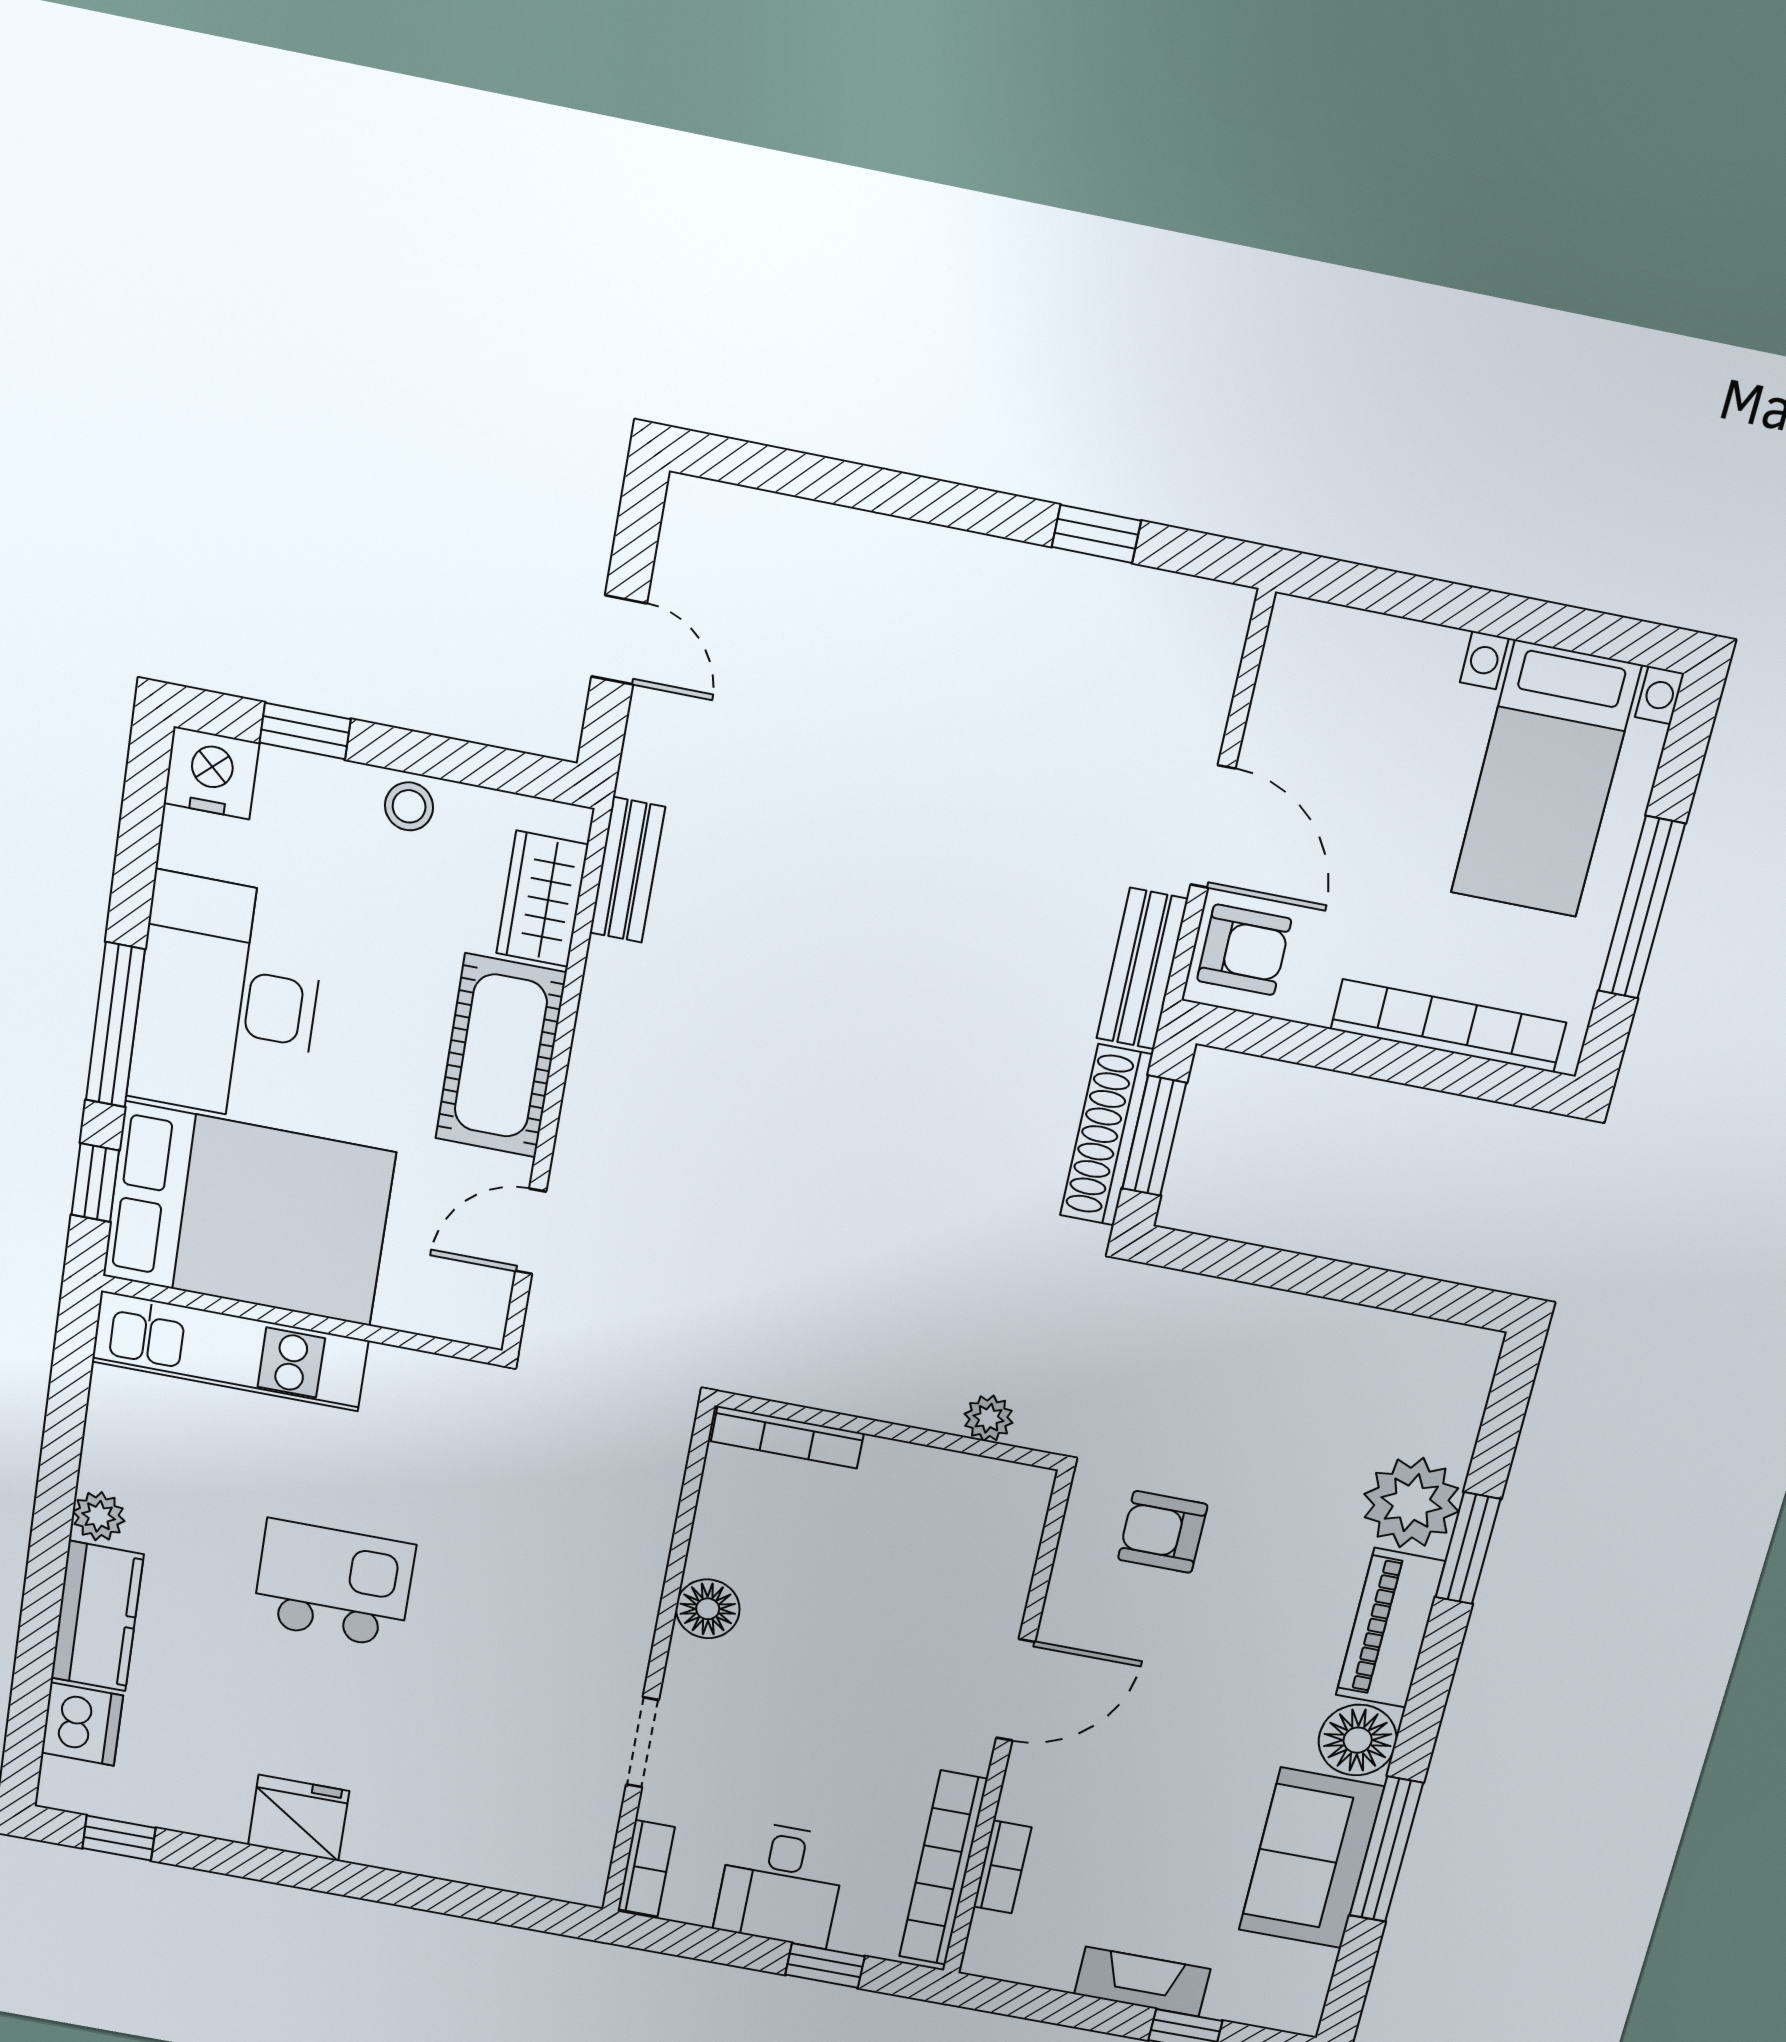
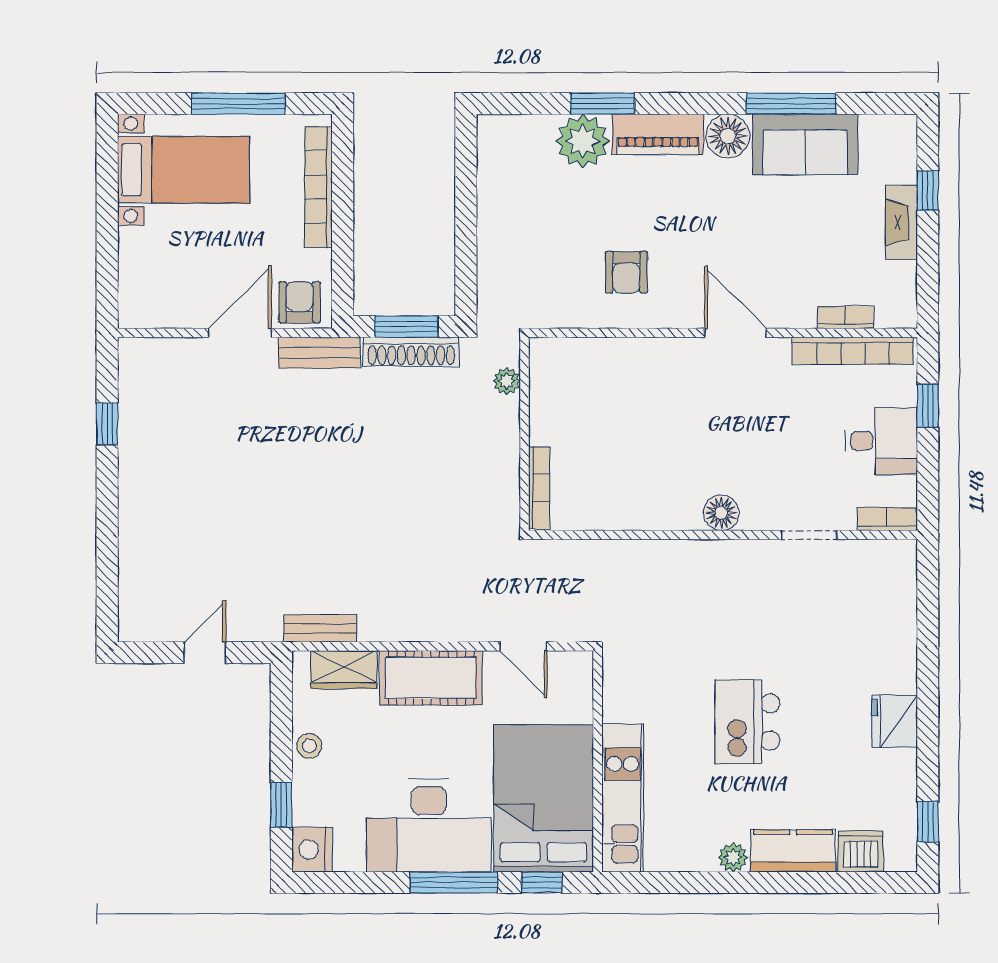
plant: (988, 1418) -> (507, 381), moved
wall: (888, 1431) -> (524, 434), moved
bookcase: (787, 1437) -> (539, 488), moved

